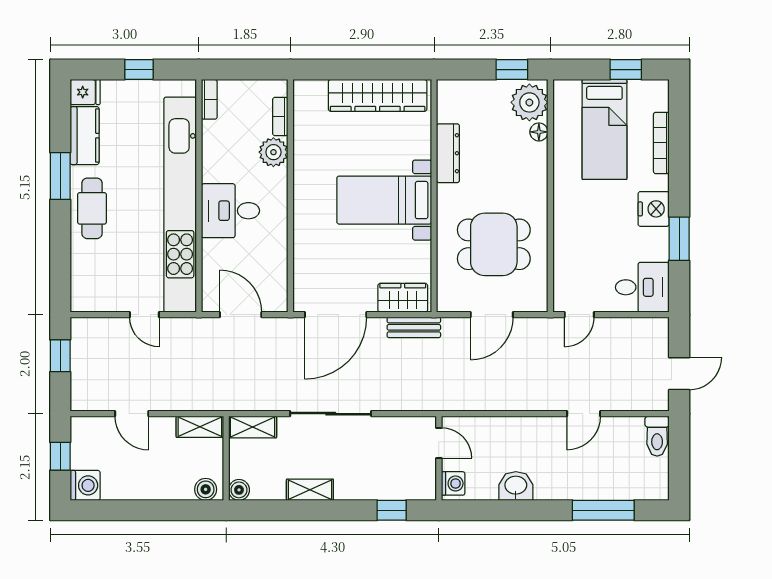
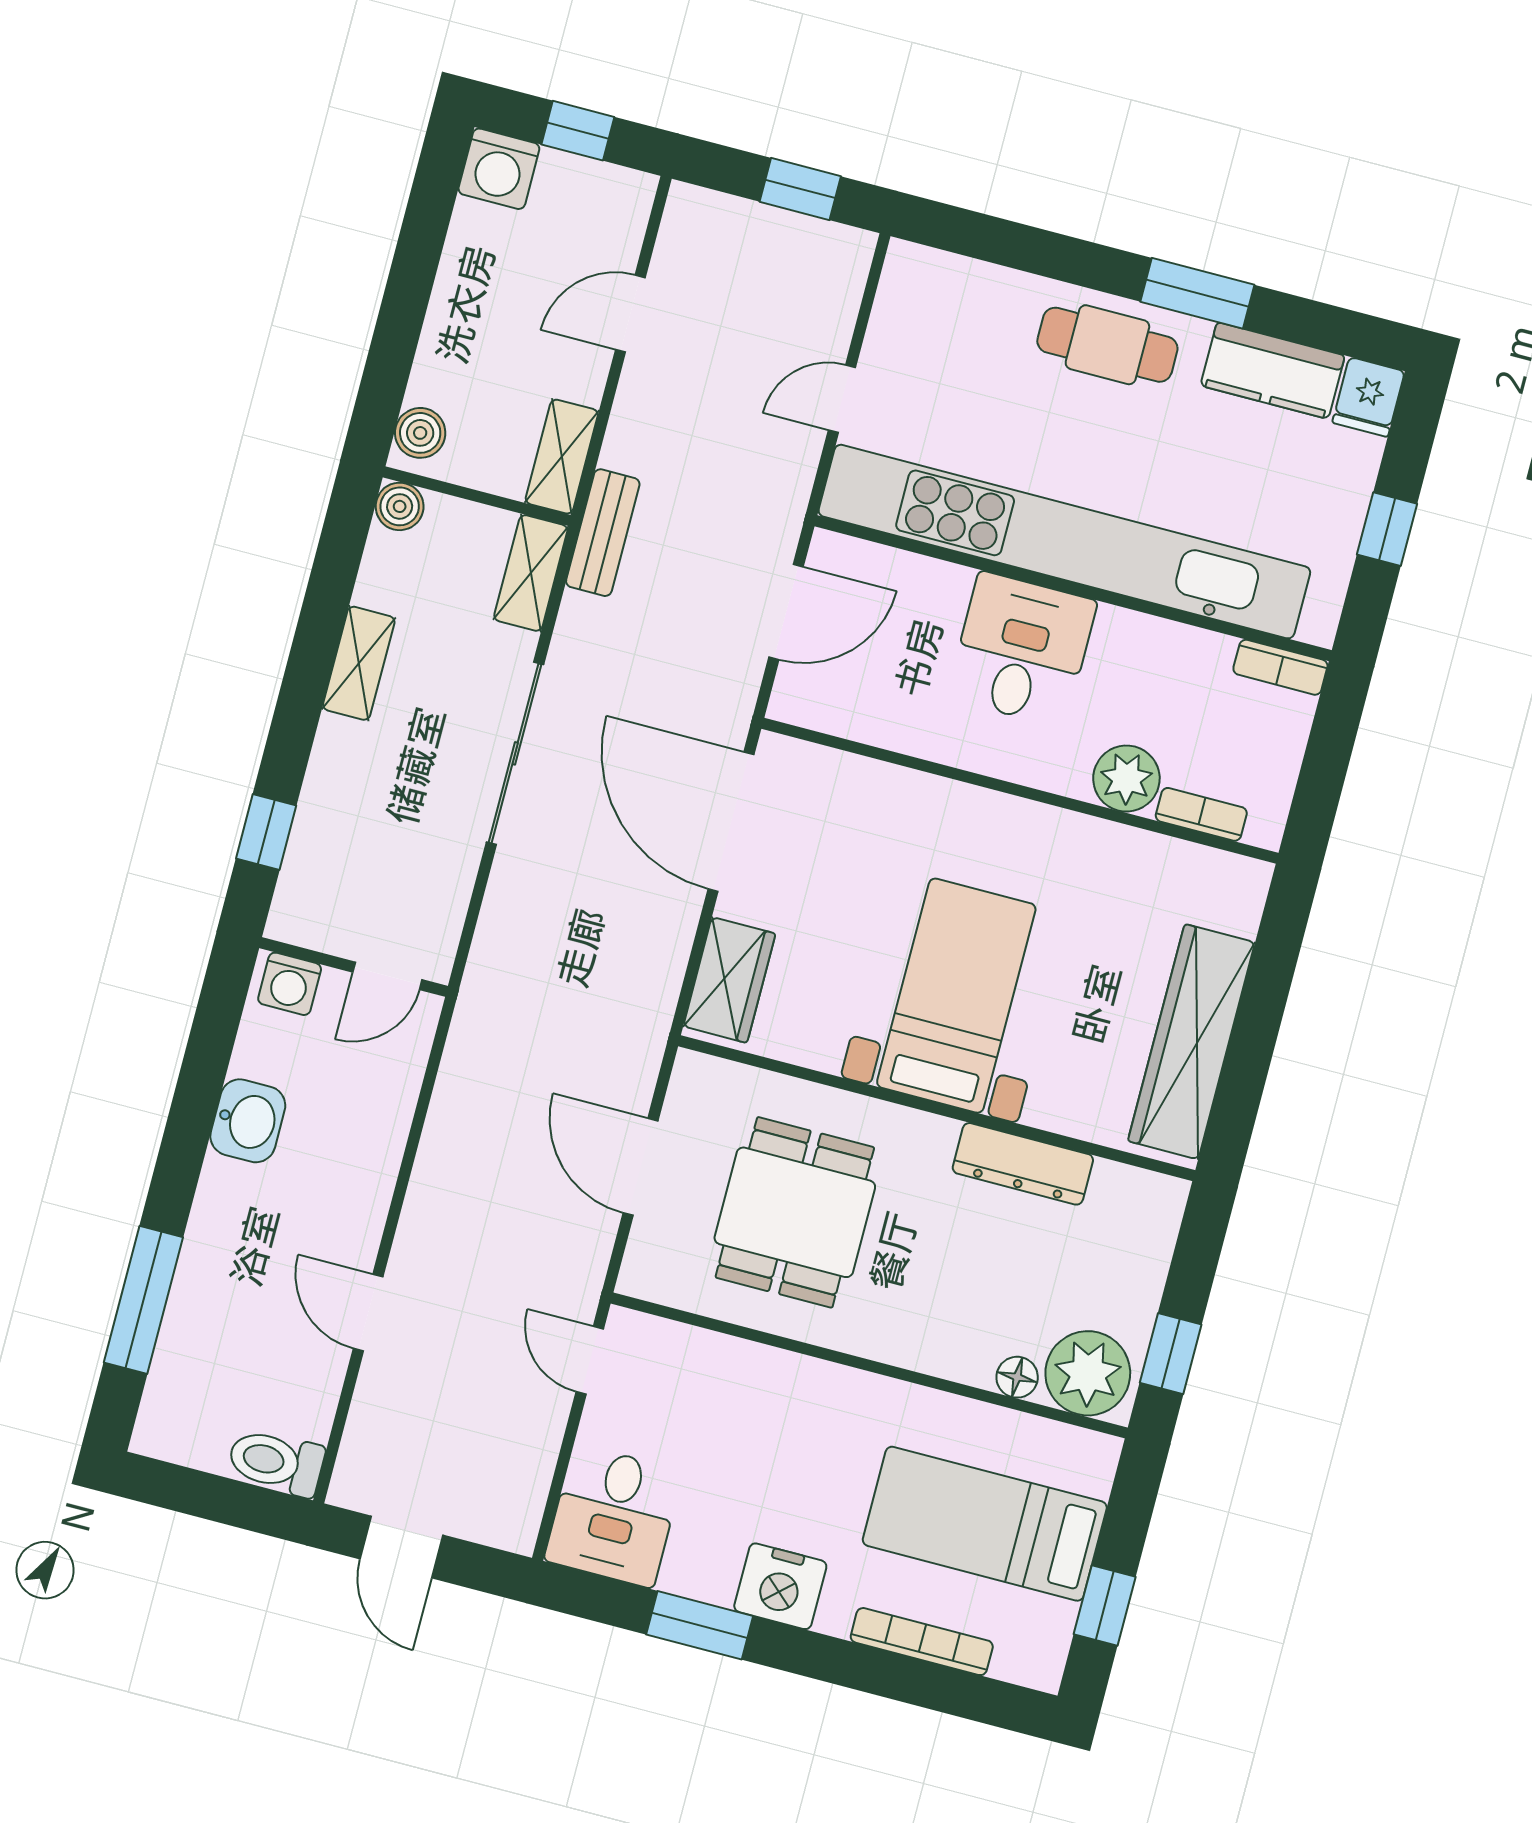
bench: (414, 327) -> (603, 533), moved

